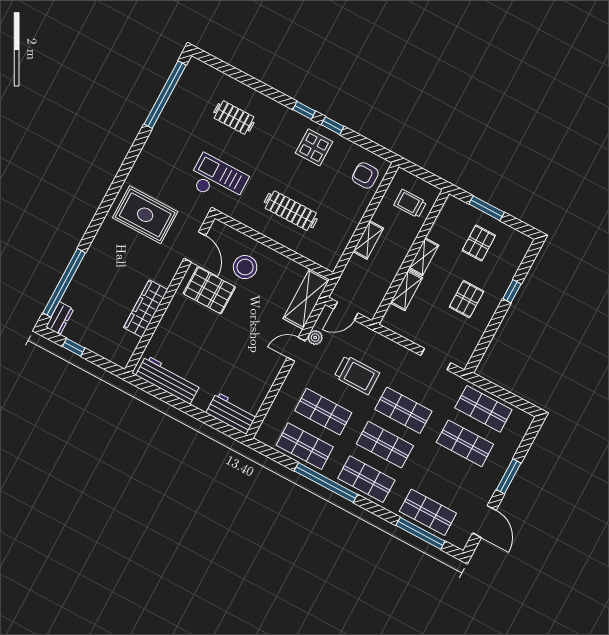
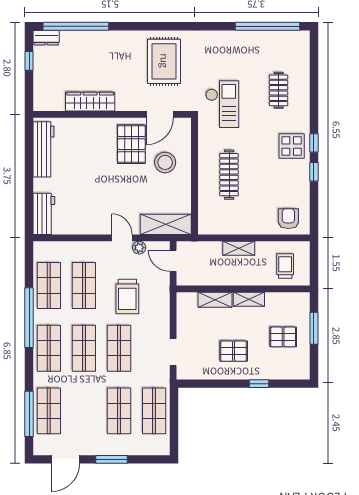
display table: (314, 147) -> (292, 146), moved

